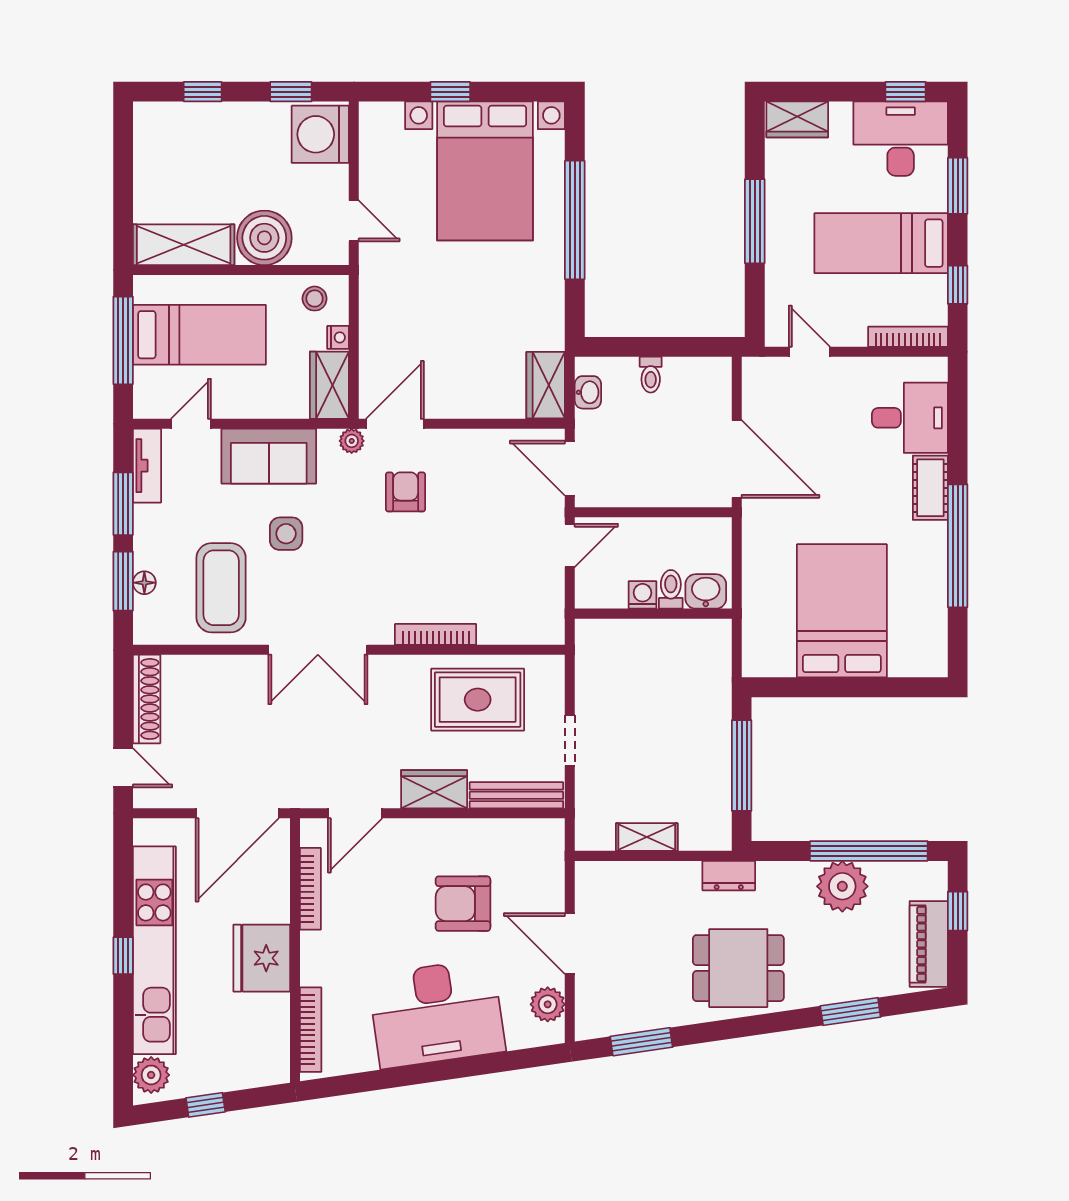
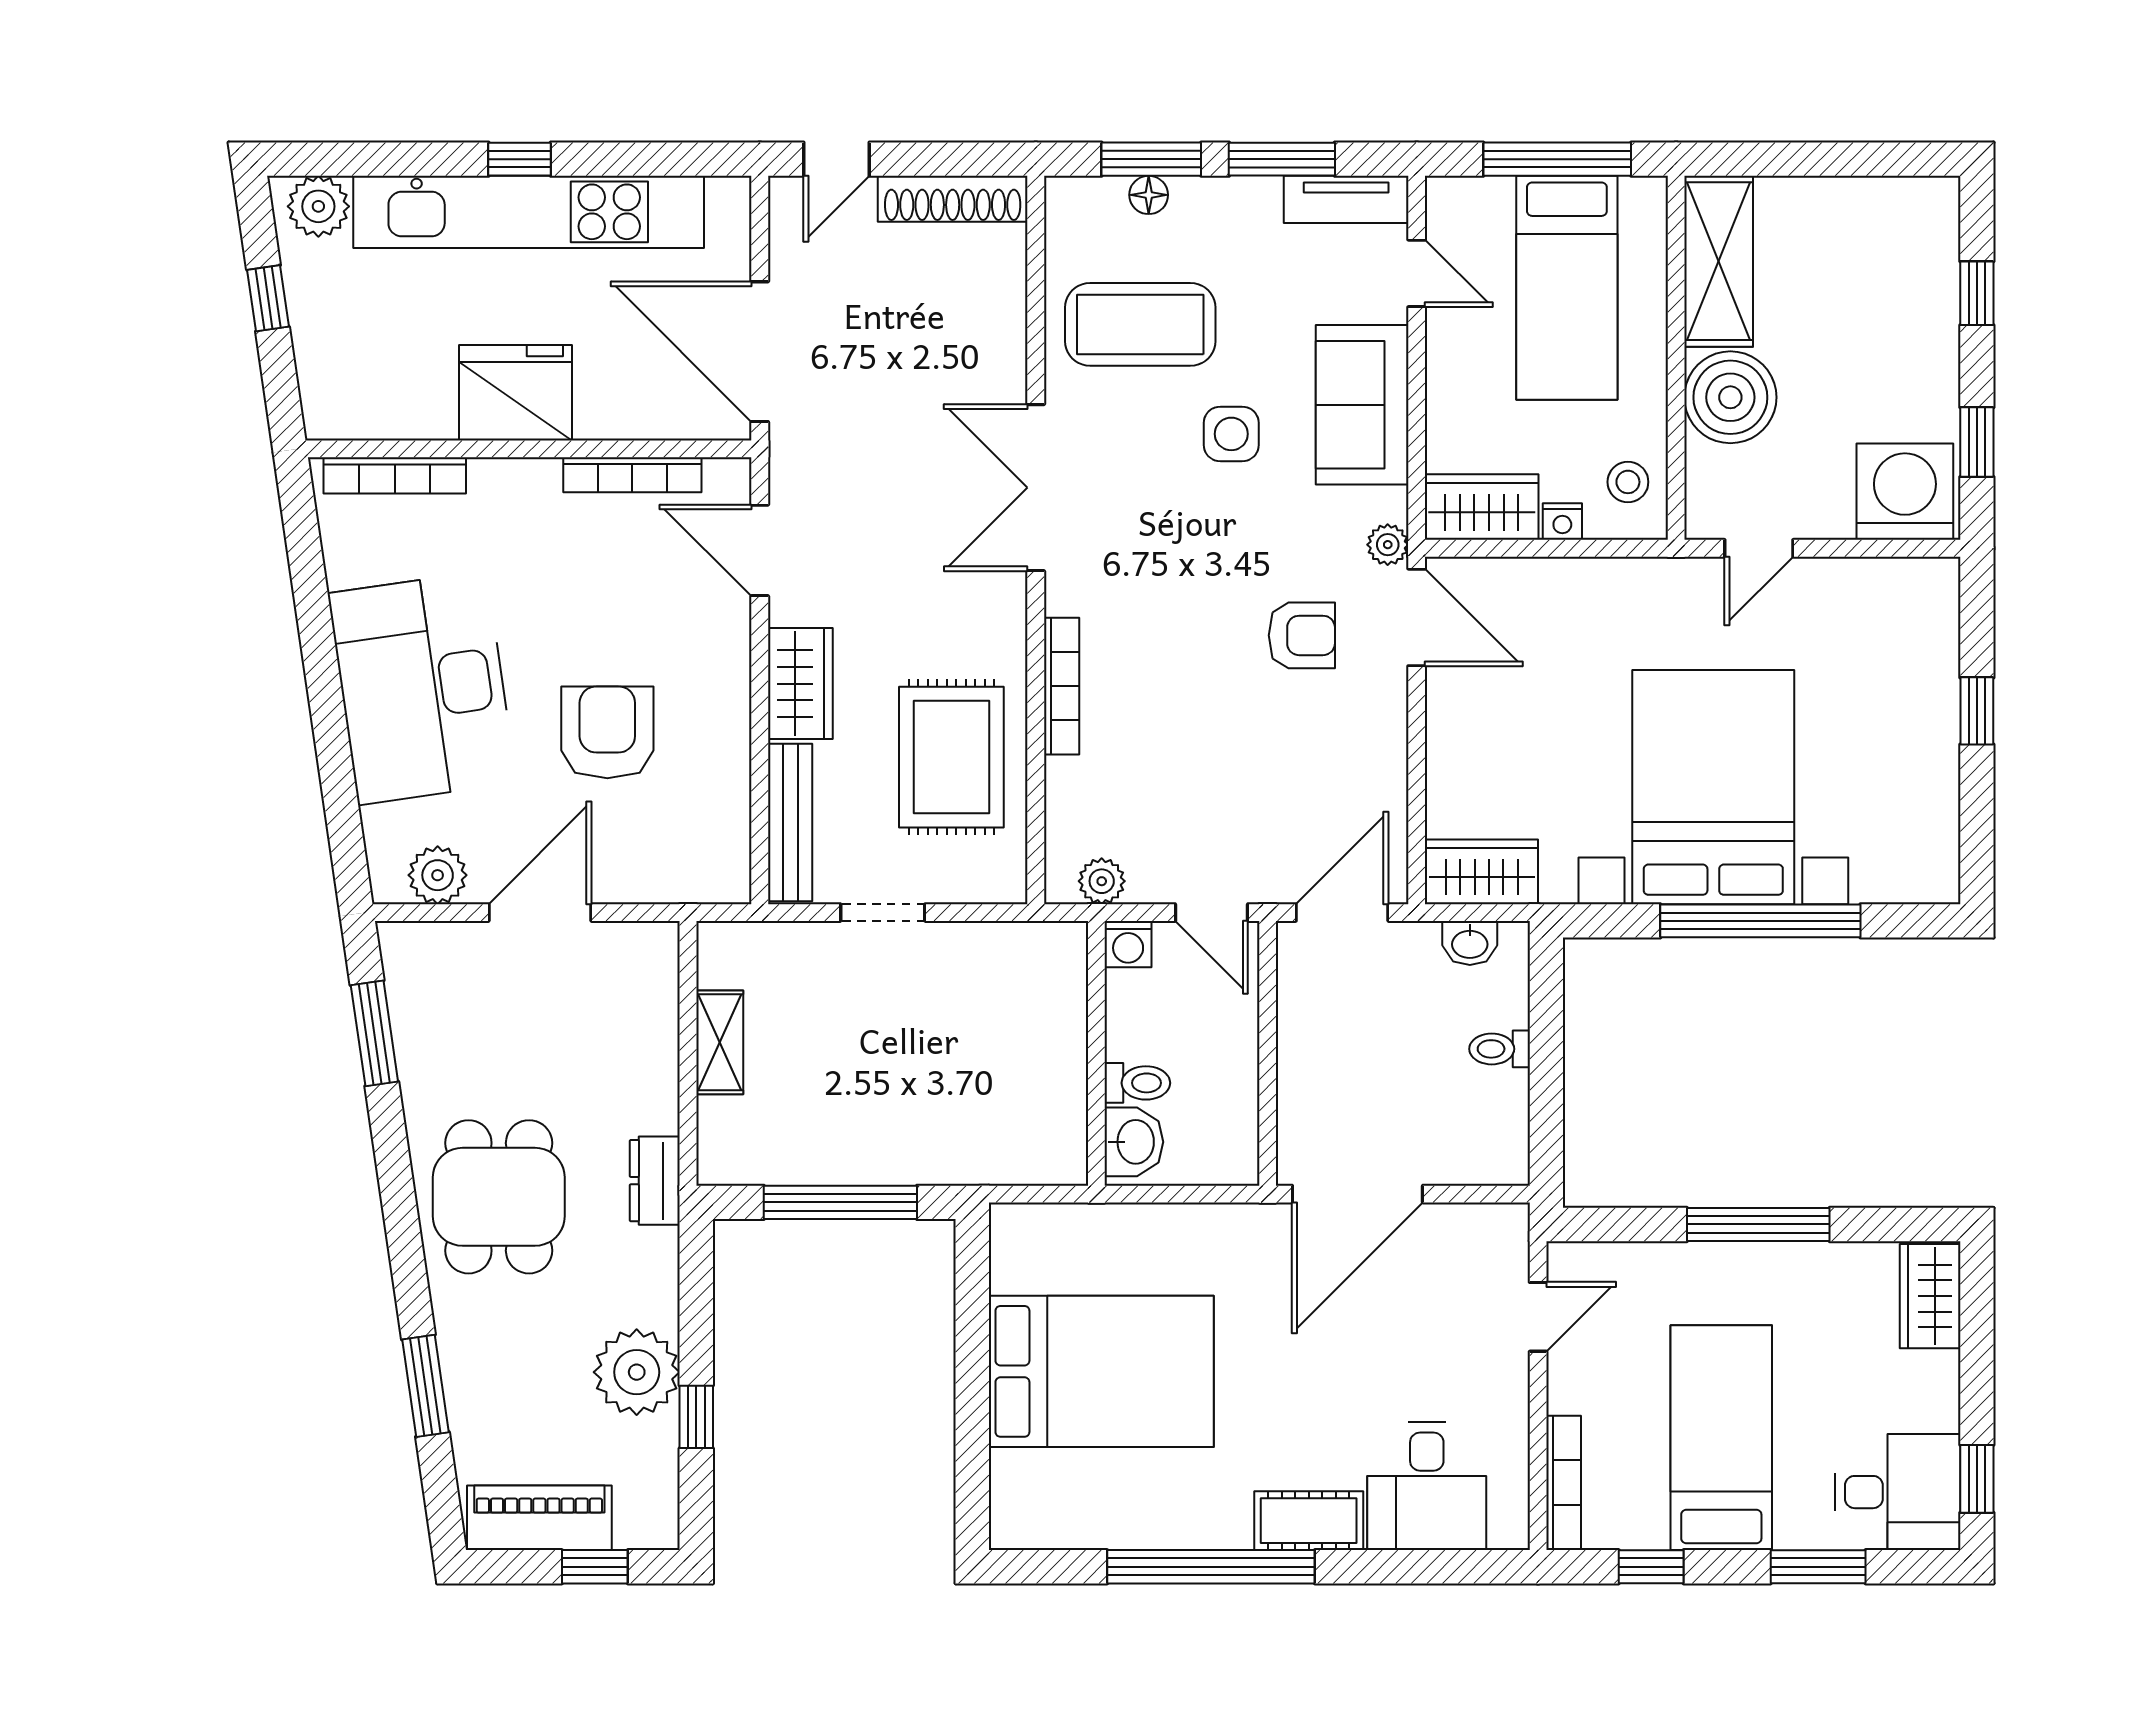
desk: (901, 139) -> (1898, 1492), width x0.73
bed with nightstands: (485, 171) -> (1713, 787), moved, turned 90
washing machine: (642, 595) -> (1128, 944), moved, turned 90
plant: (551, 611) -> (1102, 881), added
window: (869, 851) -> (696, 1417), width x0.32

